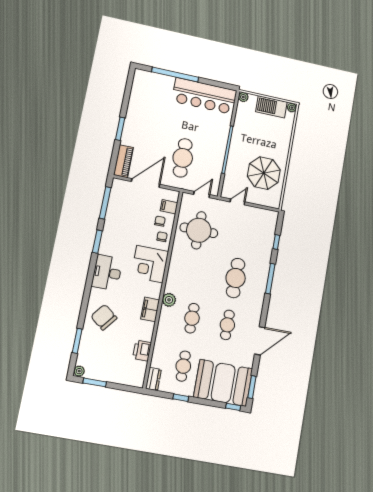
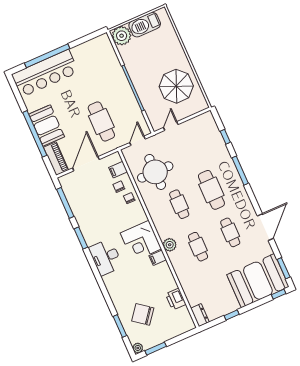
bar counter: (204, 96) -> (45, 73), moved
plant: (243, 97) -> (122, 36), width x1.88, depth x1.88
plant: (292, 108) -> (162, 13), removed
window: (120, 129) -> (35, 134), width x2.11
booth: (135, 129) -> (47, 125), added
corner desk: (150, 264) -> (141, 241), moved
filing cabinet: (150, 309) -> (158, 258), width x0.50
chair: (104, 317) -> (143, 314), moved
cafe table: (183, 366) -> (179, 204), moved

